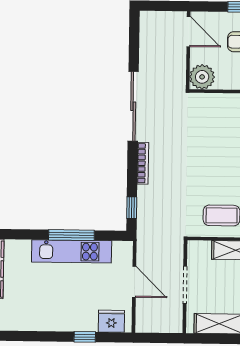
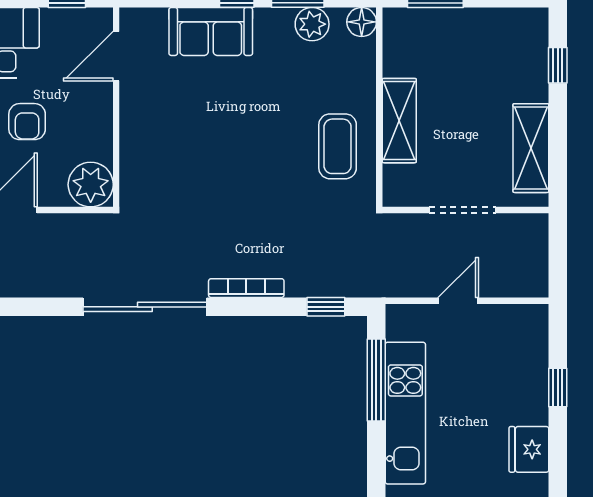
window: (71, 235) -> (376, 380), moved
door: (134, 282) -> (458, 301), width x0.73
fridge: (111, 321) -> (529, 449), moved

